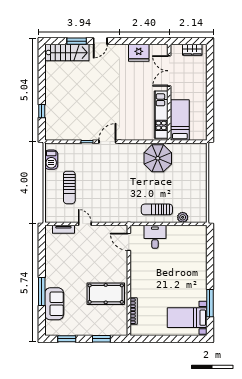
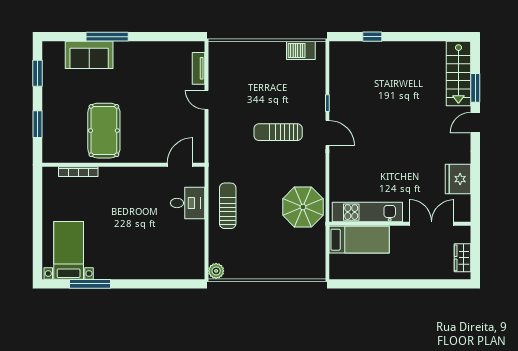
door: (100, 41) -> (475, 123), hinge flipped
sun lounger: (69, 187) -> (278, 132), moved
plant: (183, 217) -> (216, 271), moved
door: (85, 224) -> (207, 100), swing flipped

